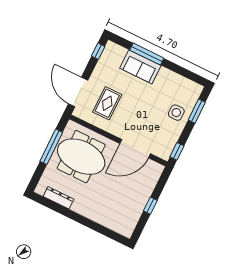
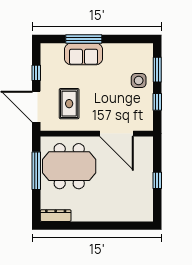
window: (98, 51) -> (36, 73), moved
door: (135, 149) -> (116, 134), hinge flipped
window: (177, 151) -> (157, 102), moved
dresser: (58, 198) -> (56, 216), moved

